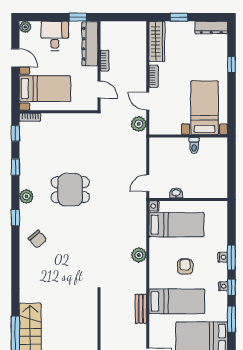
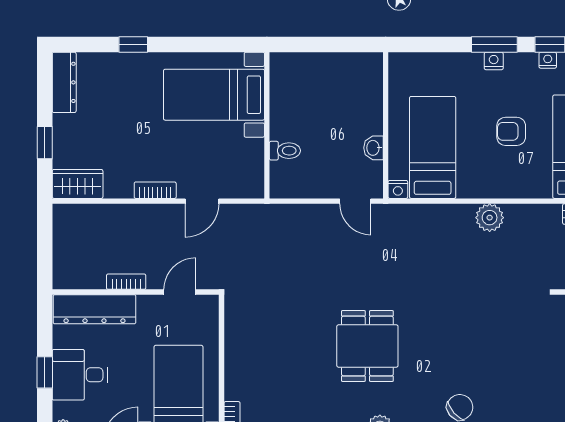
window: (78, 17) -> (45, 372), moved
wardrobe: (157, 41) -> (78, 184), width x0.67
plant: (139, 124) -> (244, 218), removed
toilet: (194, 146) -> (285, 151), moved

